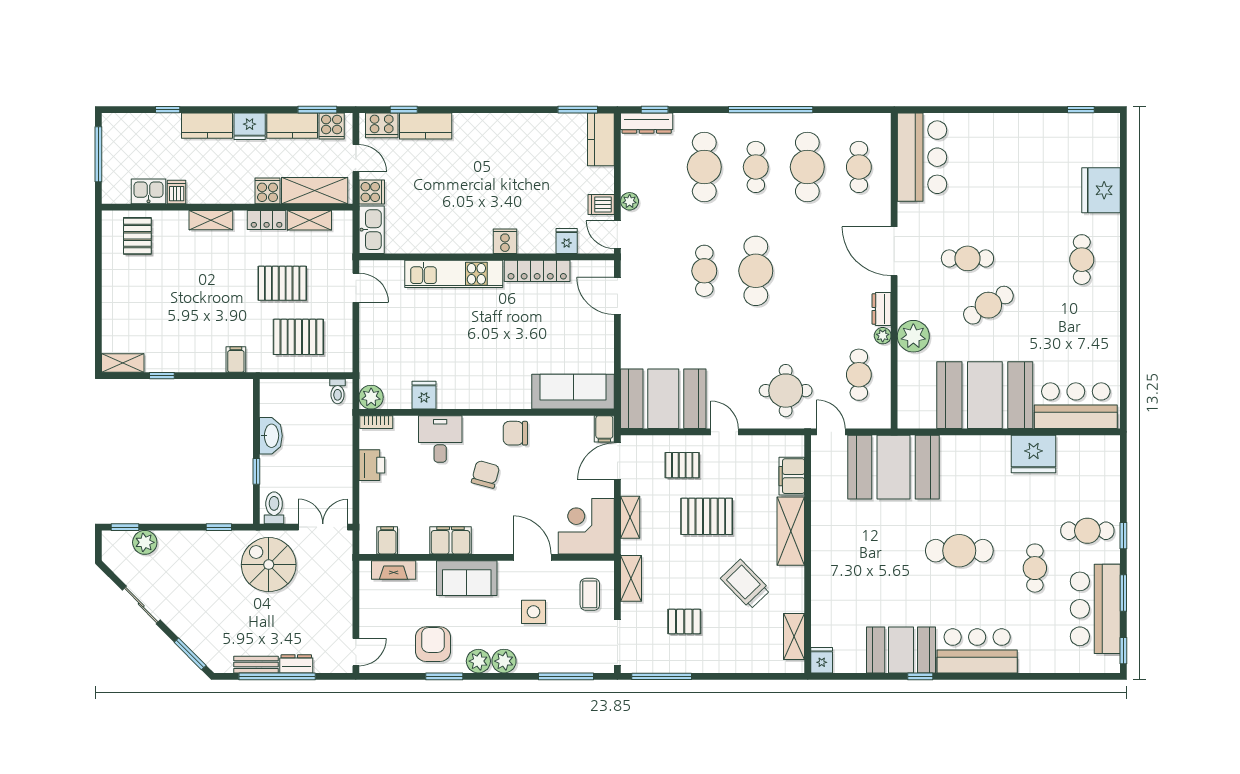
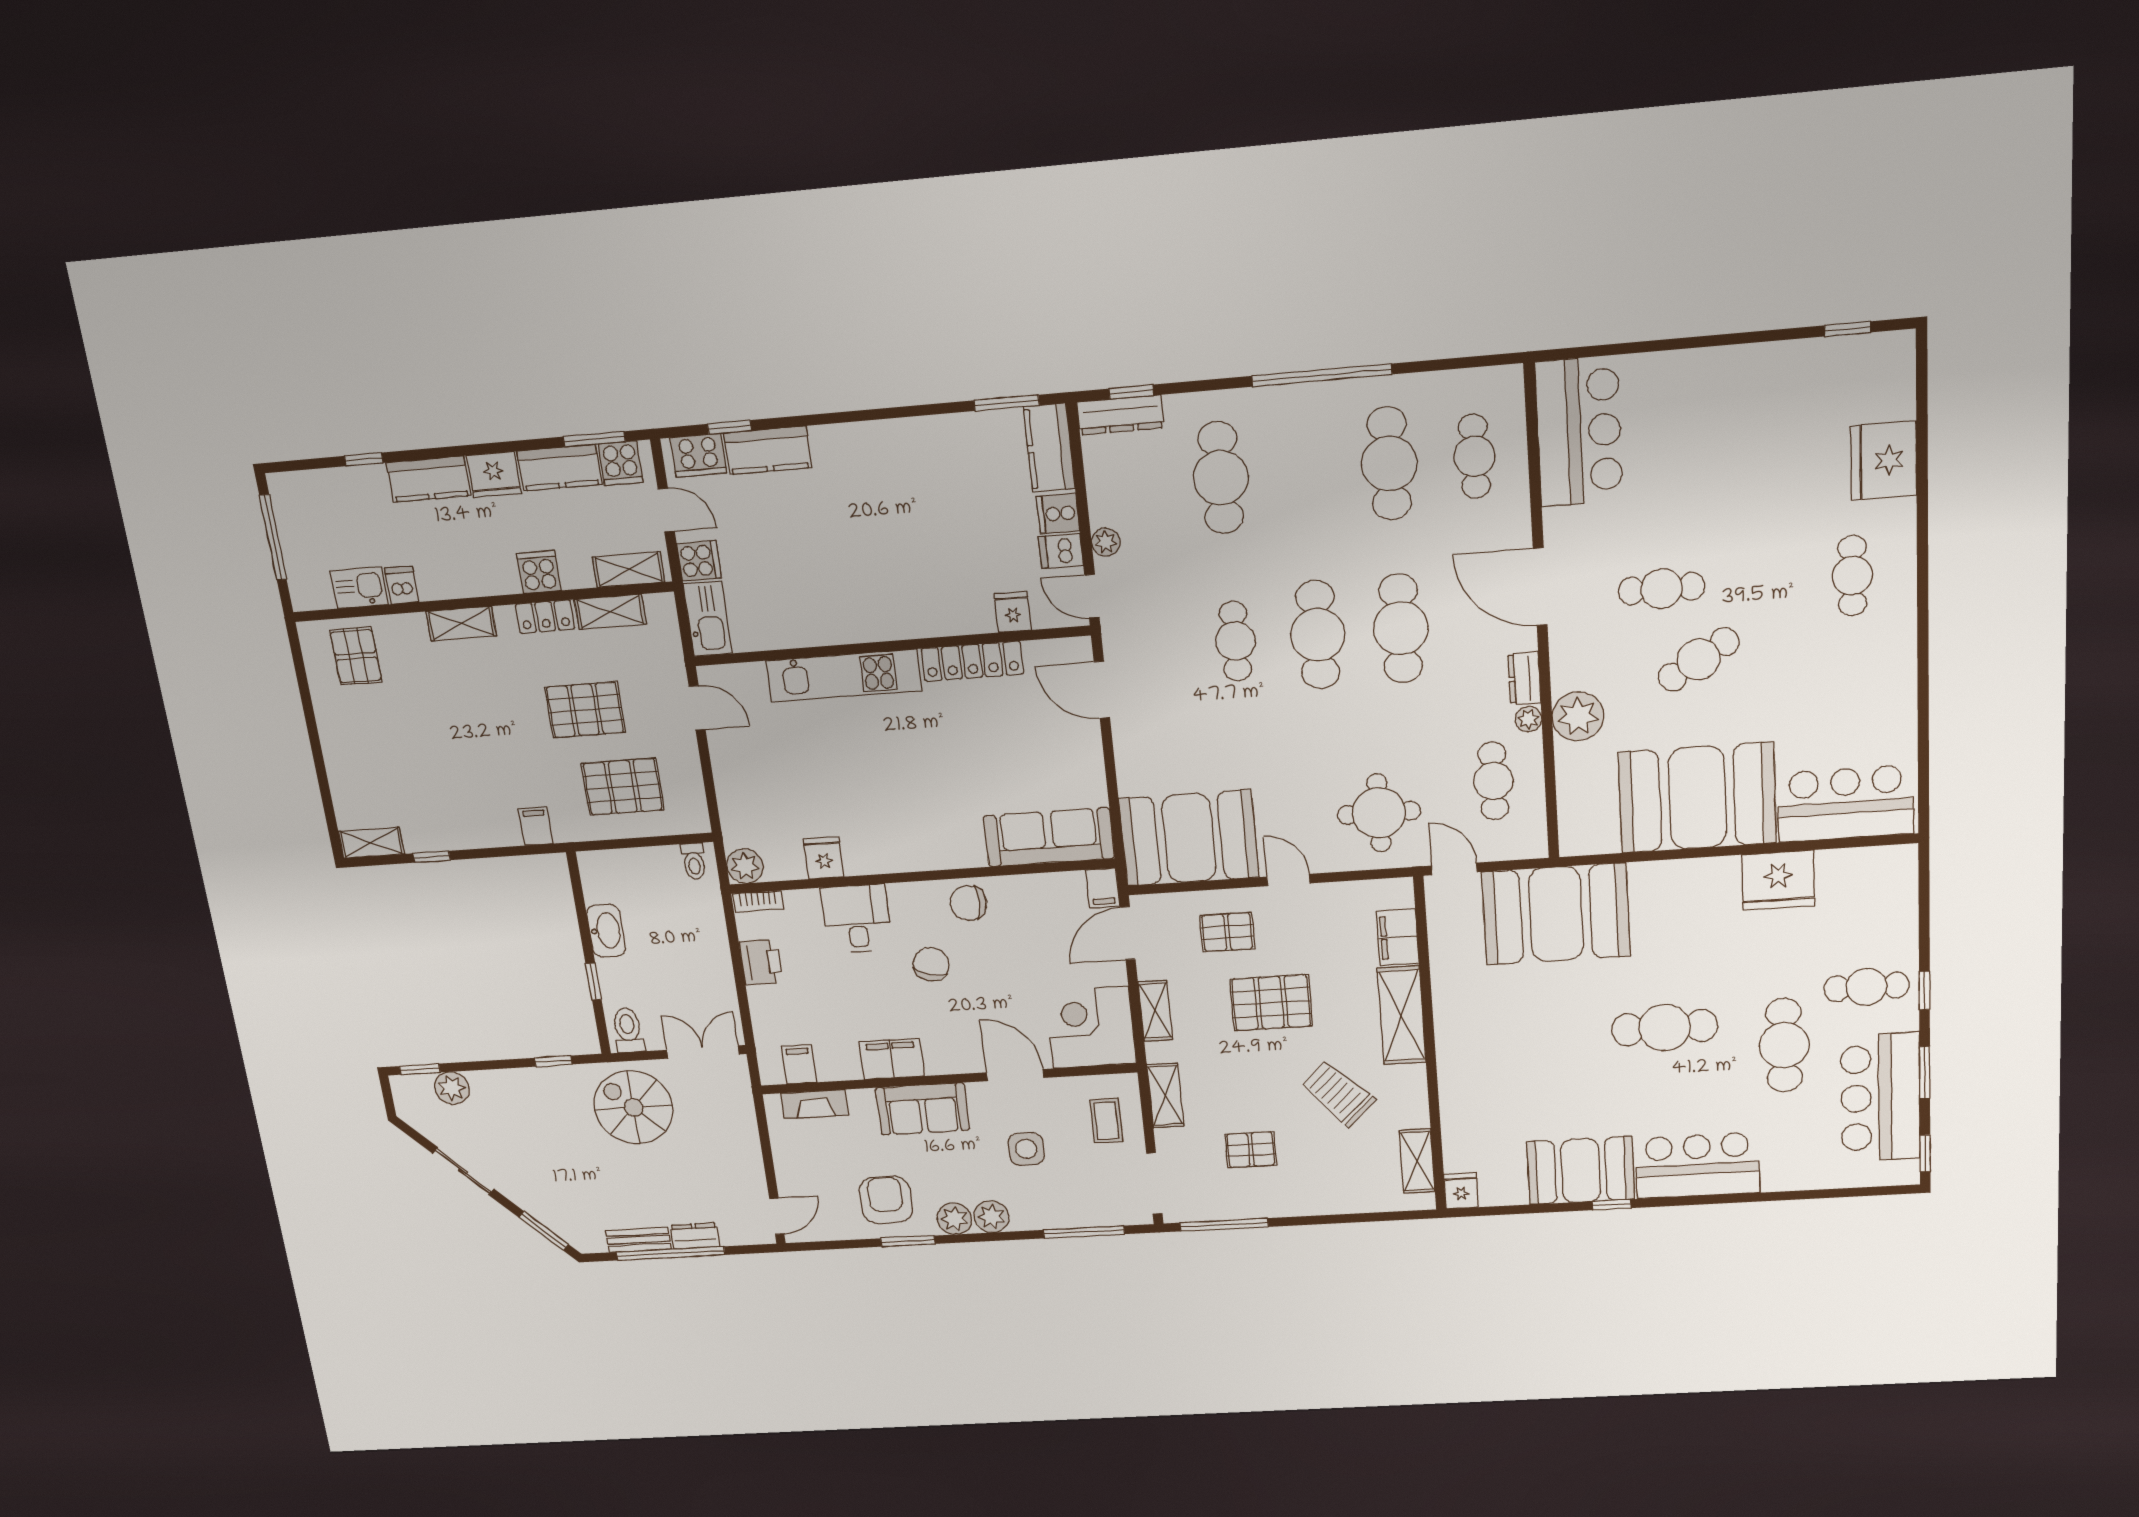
cafe table: (756, 167) -> (1401, 628), moved, width x1.37, depth x1.35
shelving: (315, 191) -> (629, 570), width x0.67, depth x0.75
cooker: (505, 241) -> (1058, 514), moved, turned -90
cafe table: (1035, 568) -> (1784, 1045), width x1.37, depth x1.35

